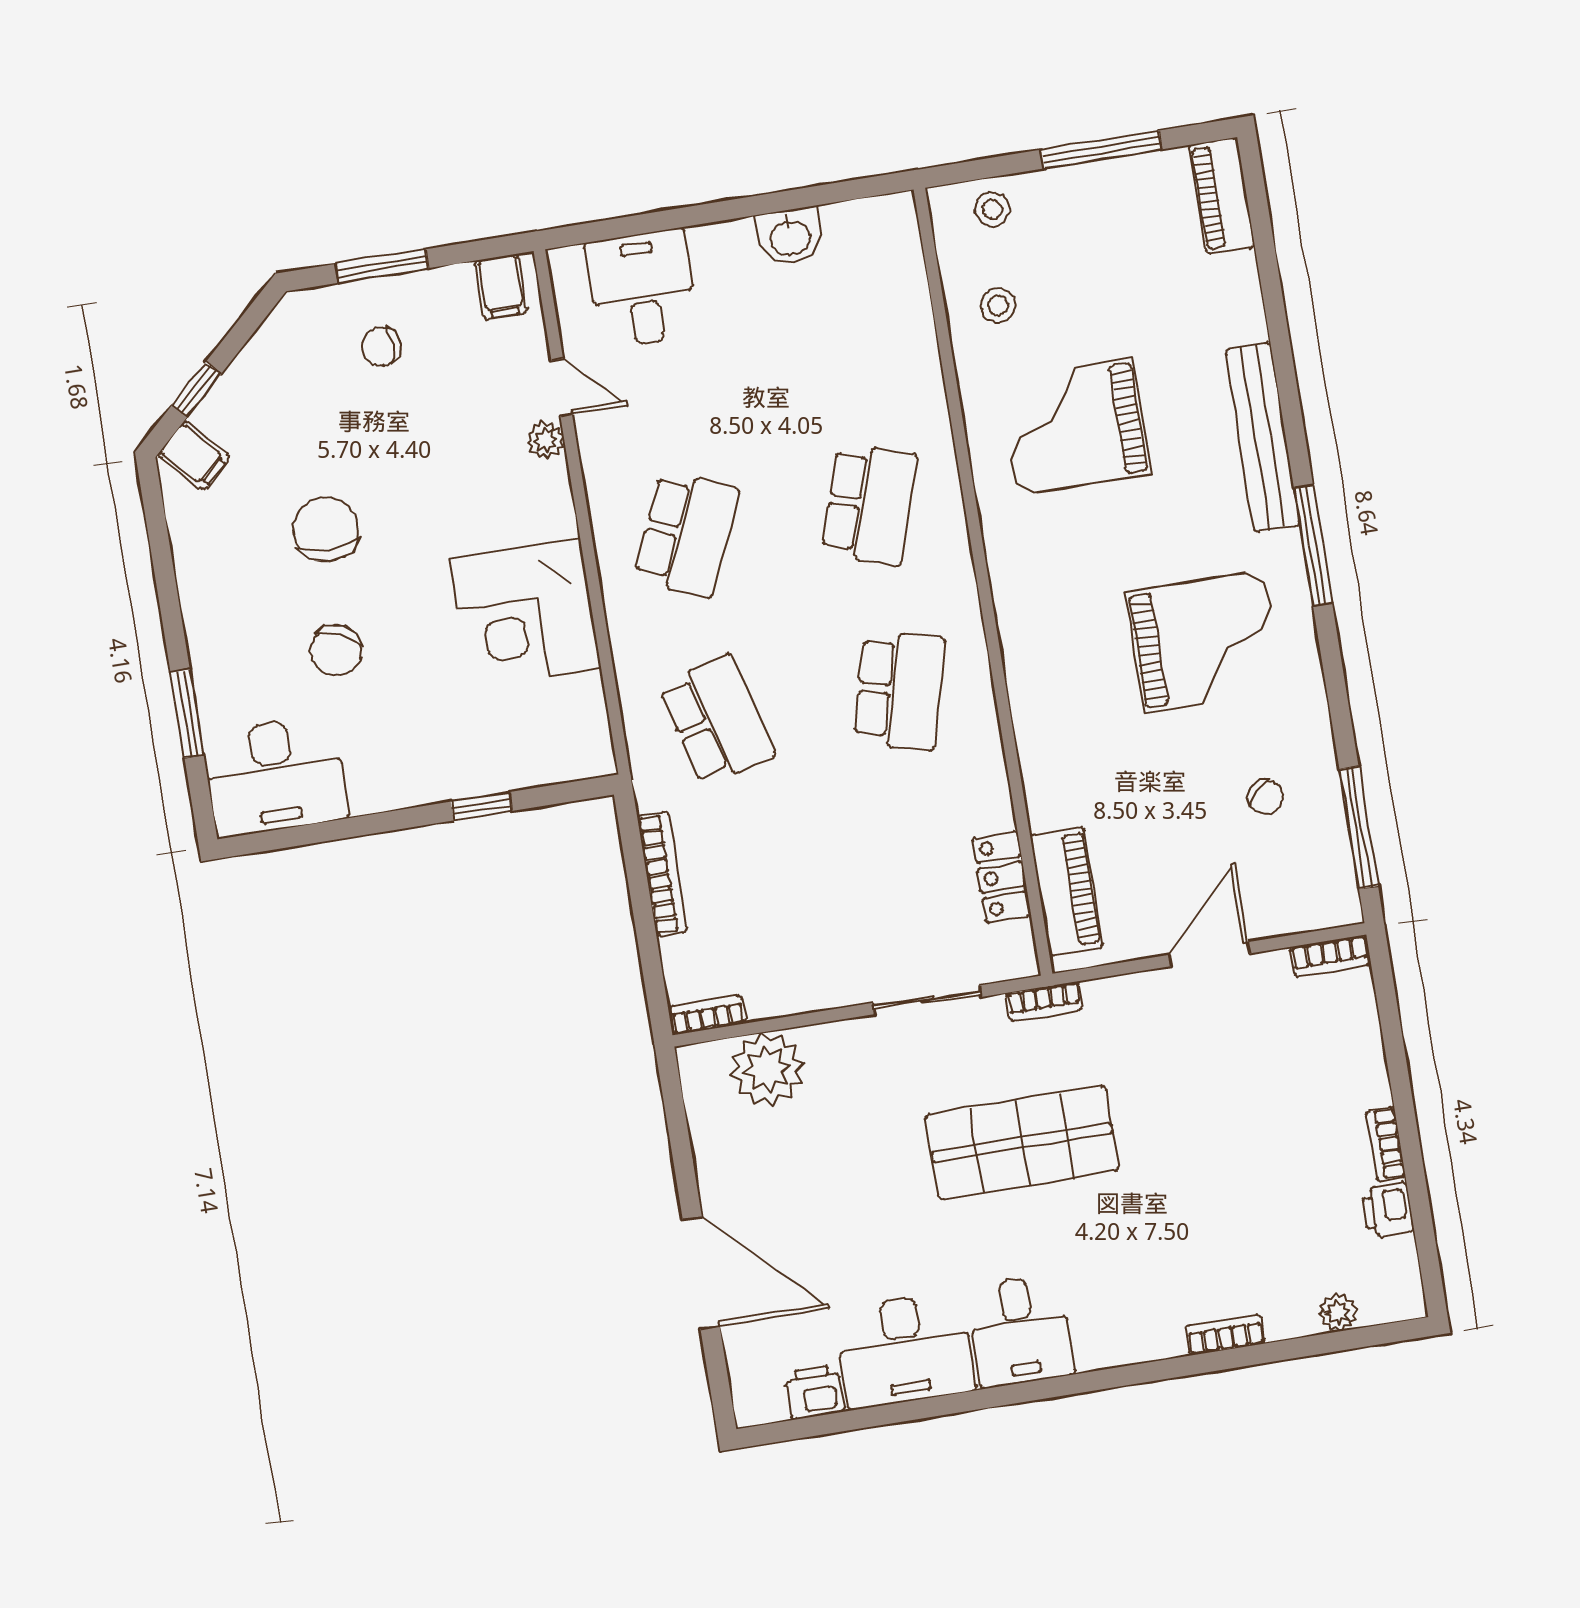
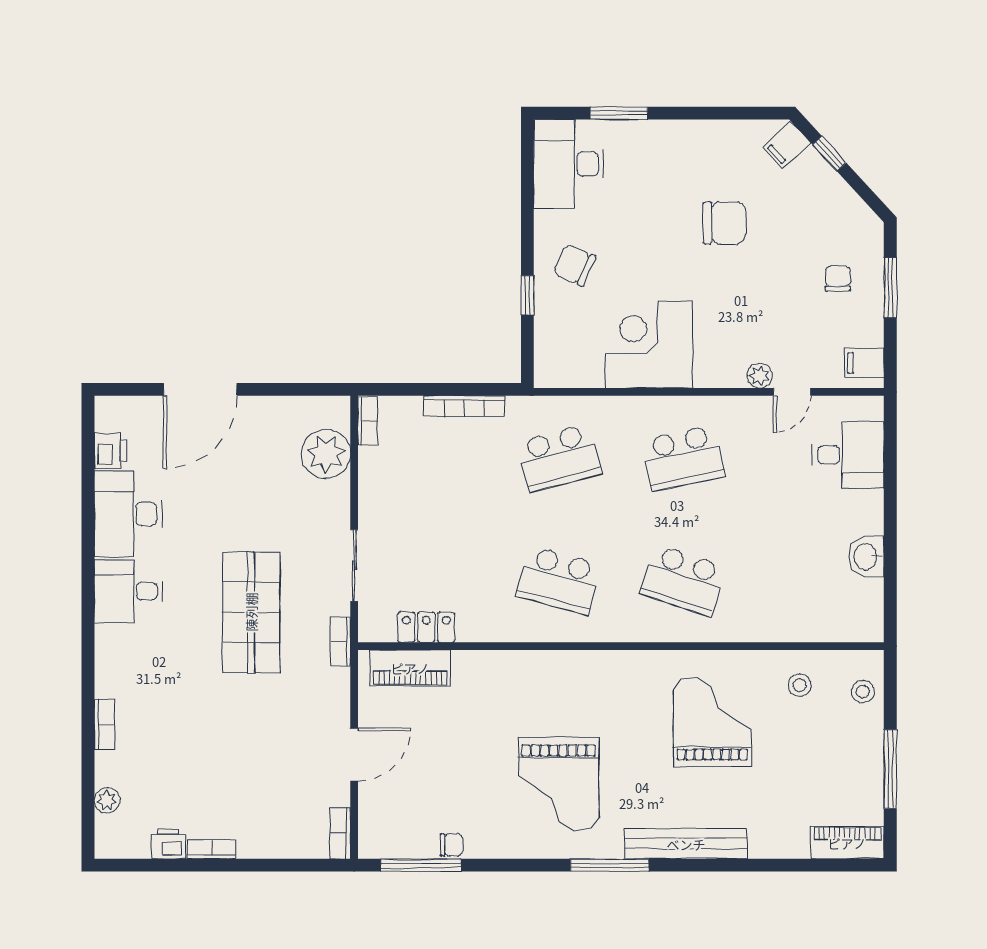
school desk: (687, 534) -> (683, 458), turned -36
chair: (336, 650) -> (575, 265), moved
chair: (1265, 797) -> (451, 845), moved, turned -134
door: (1210, 954) -> (354, 755), hinge flipped

